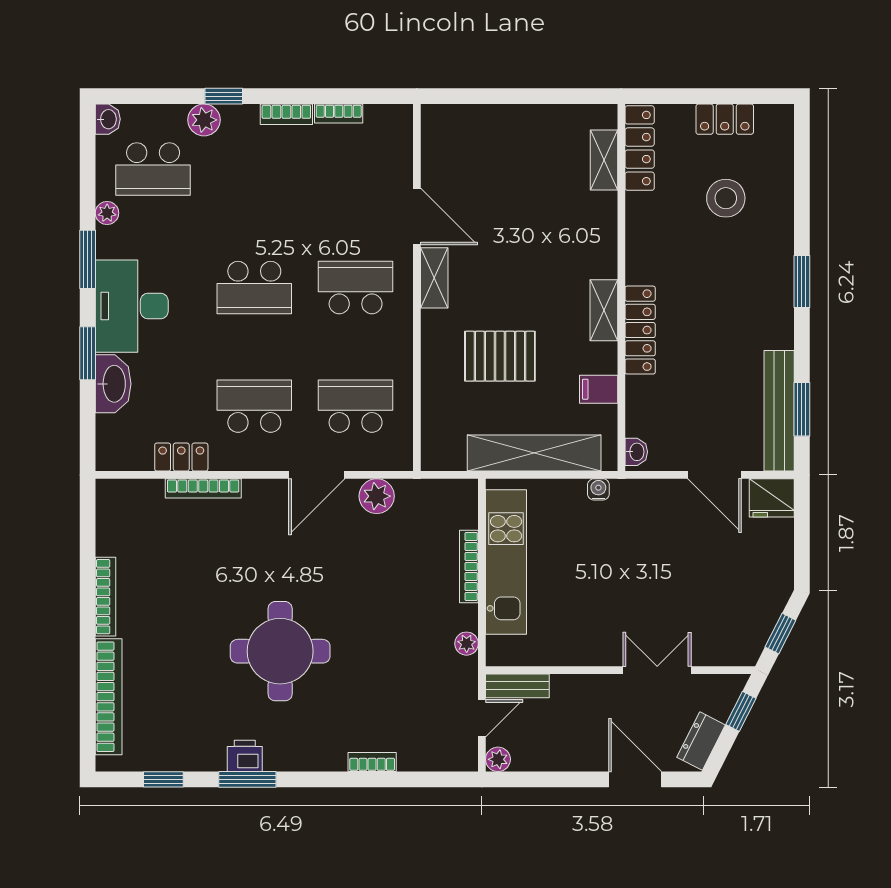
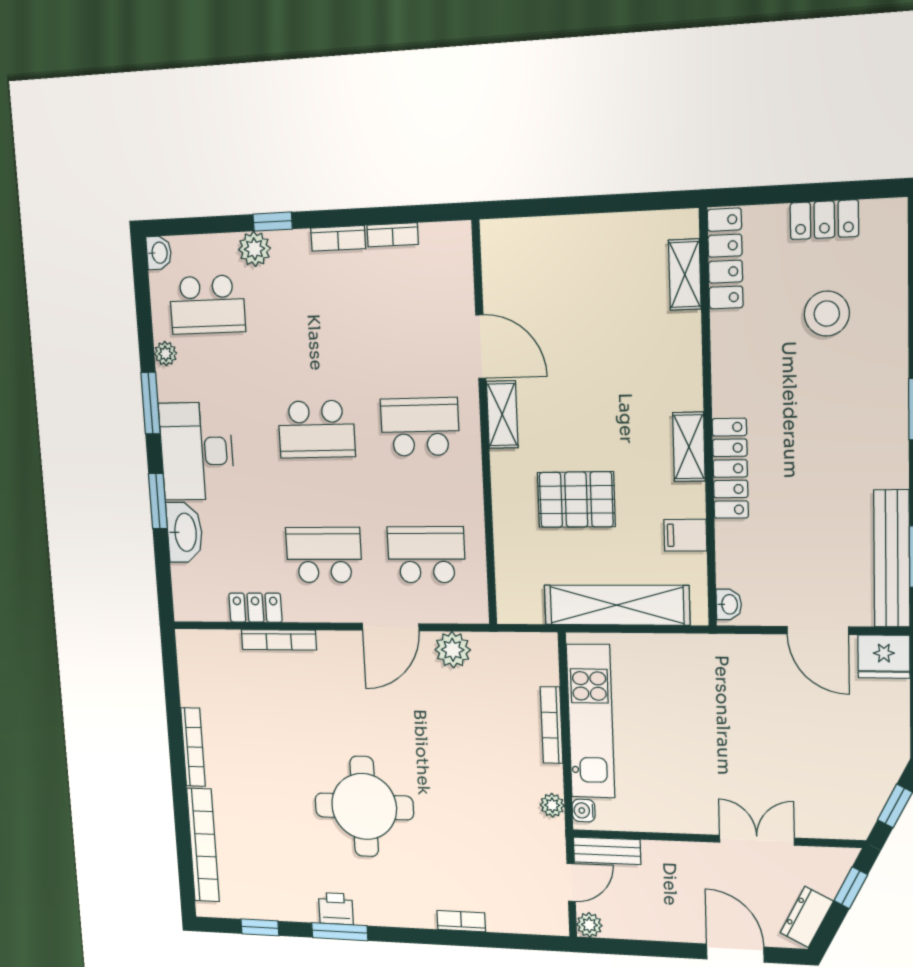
water cooler: (598, 489) -> (584, 811), moved, turned -90

